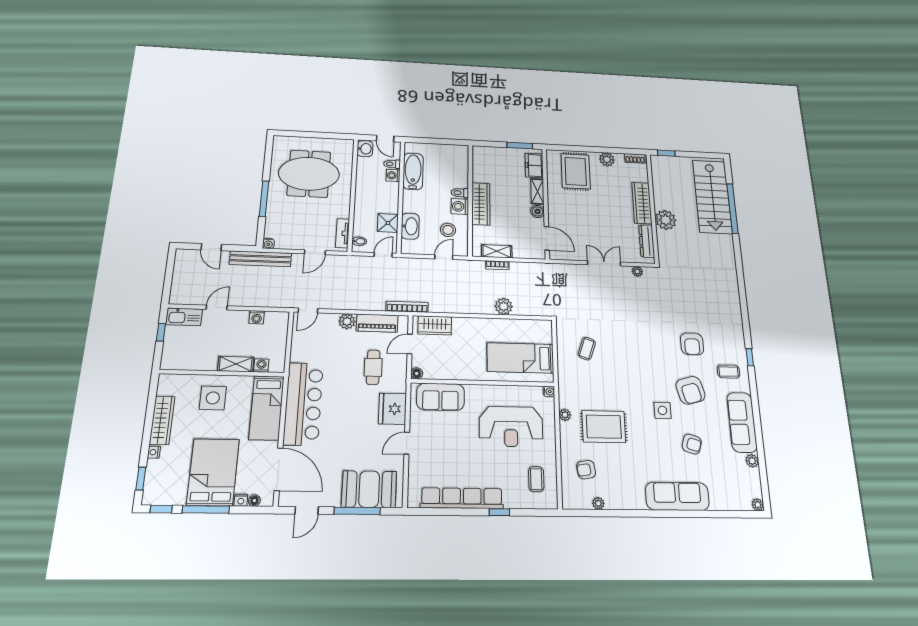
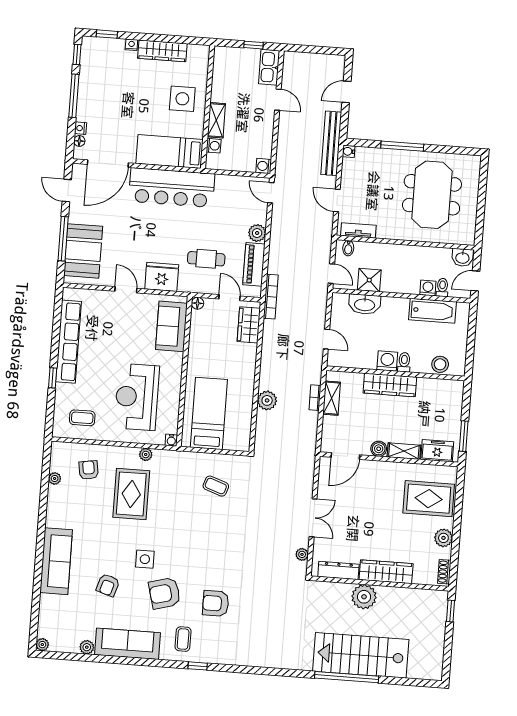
stairs: (712, 197) -> (361, 655), moved
window: (732, 209) -> (347, 677), moved
stool: (448, 230) -> (440, 364), moved
washing machine: (257, 317) -> (264, 166), moved
bed: (213, 472) -> (109, 101), removed

